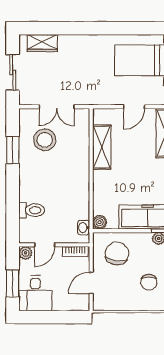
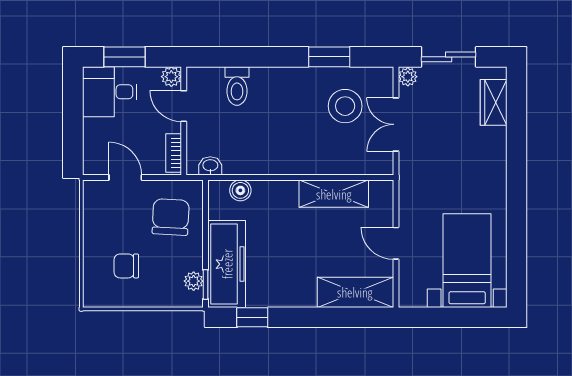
plant: (26, 99) -> (408, 77), added
boiler: (100, 222) -> (240, 190), moved
chair: (117, 253) -> (171, 217), turned -95

